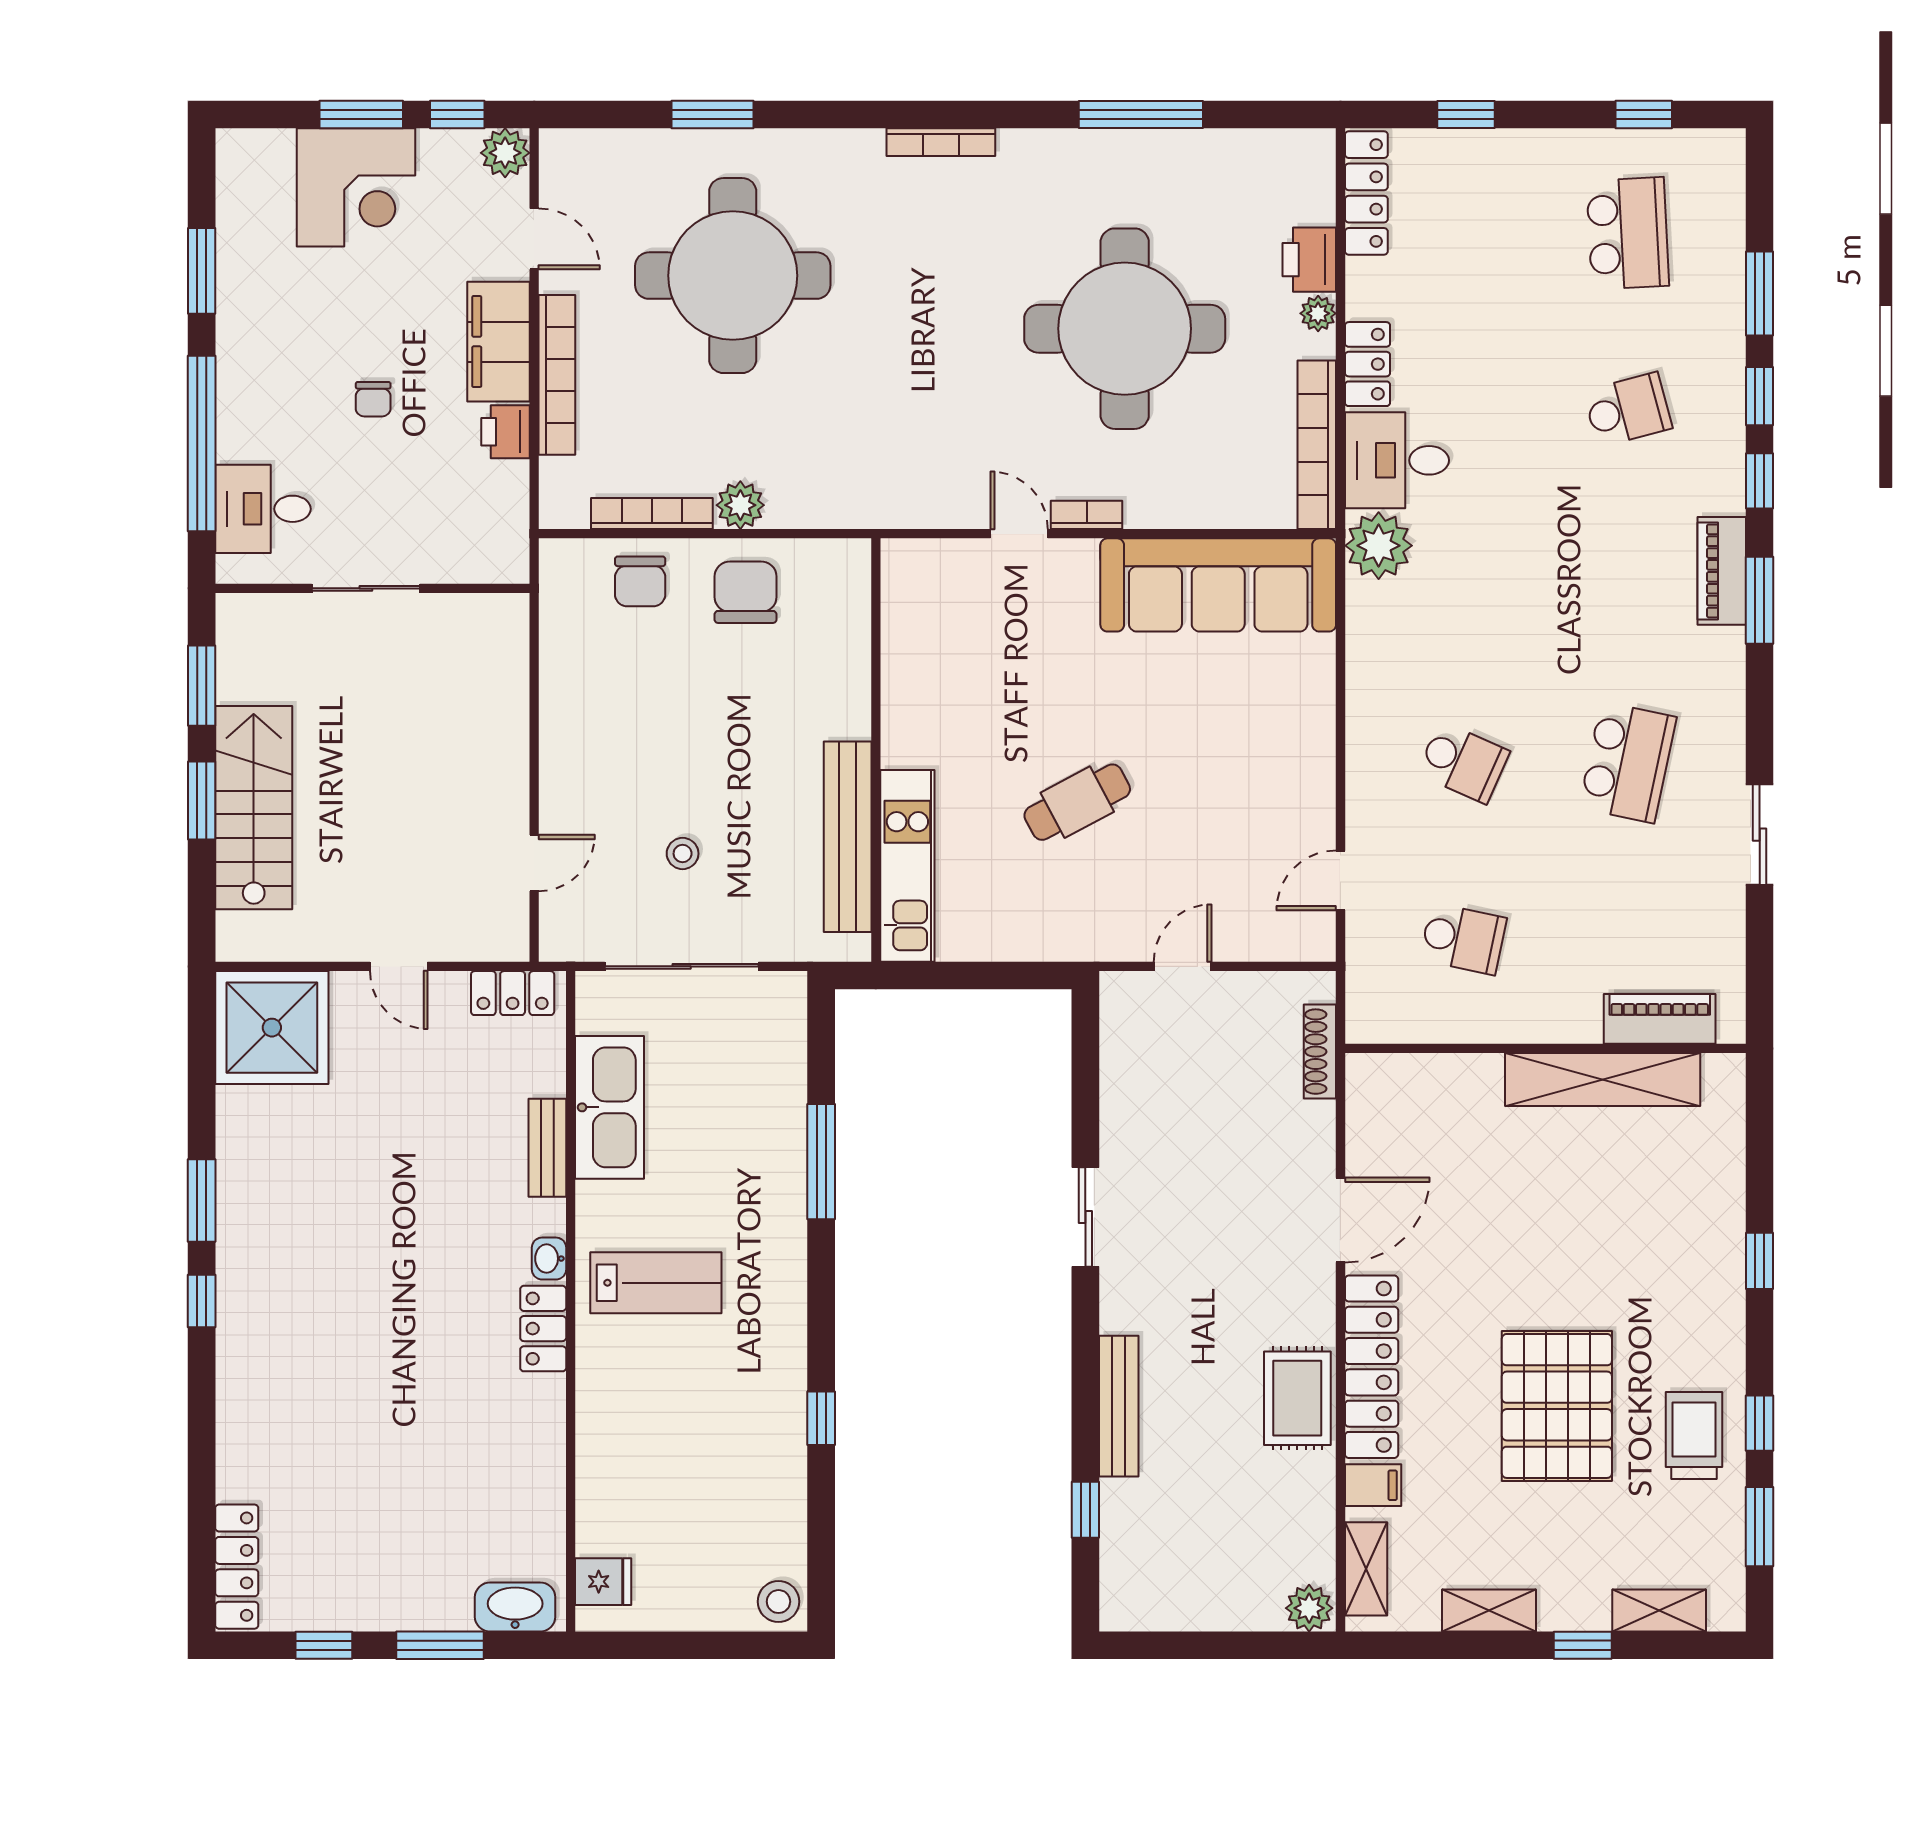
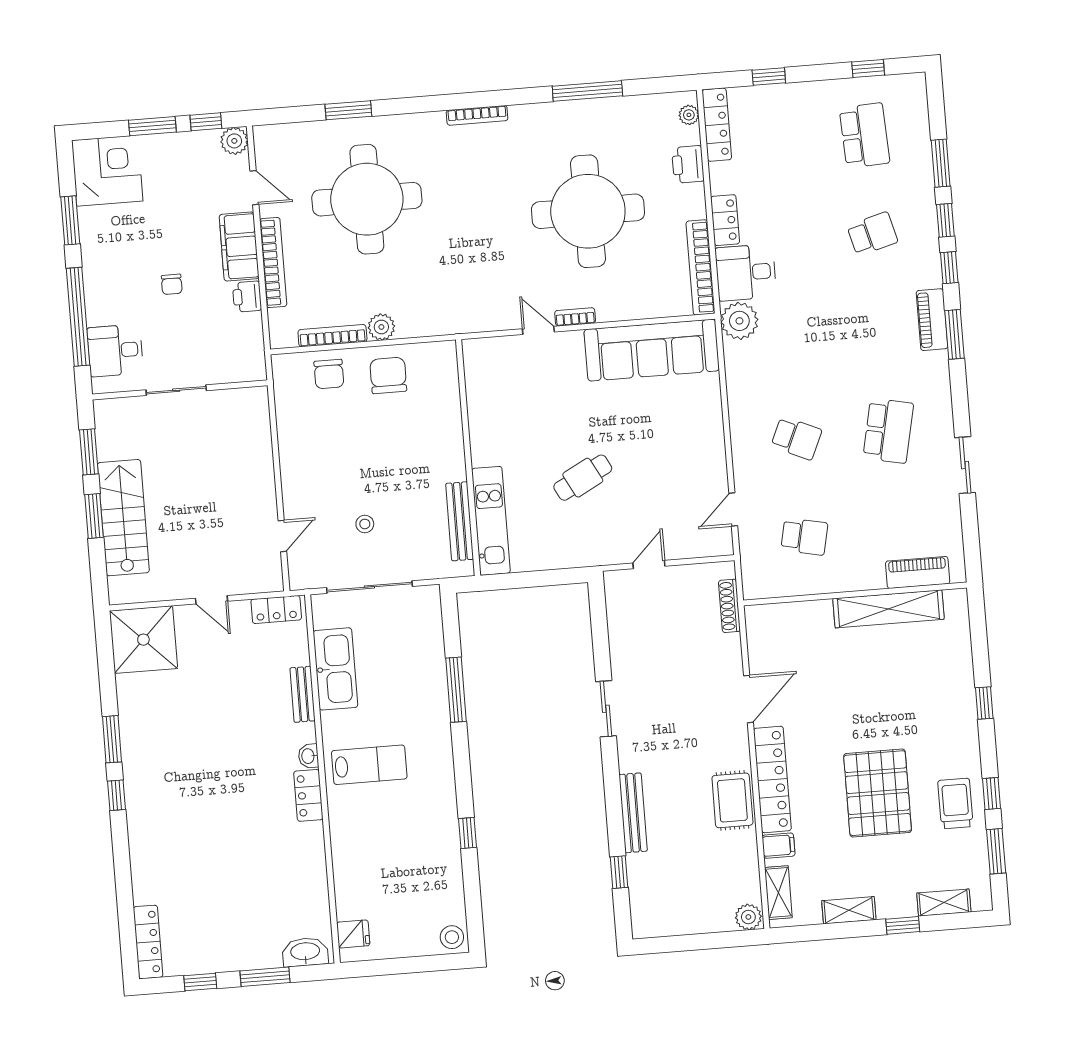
corner desk: (356, 187) -> (107, 171), moved, turned -90
plant: (1318, 313) -> (689, 115), moved
bench: (848, 837) -> (460, 521), width x0.73, depth x0.82

